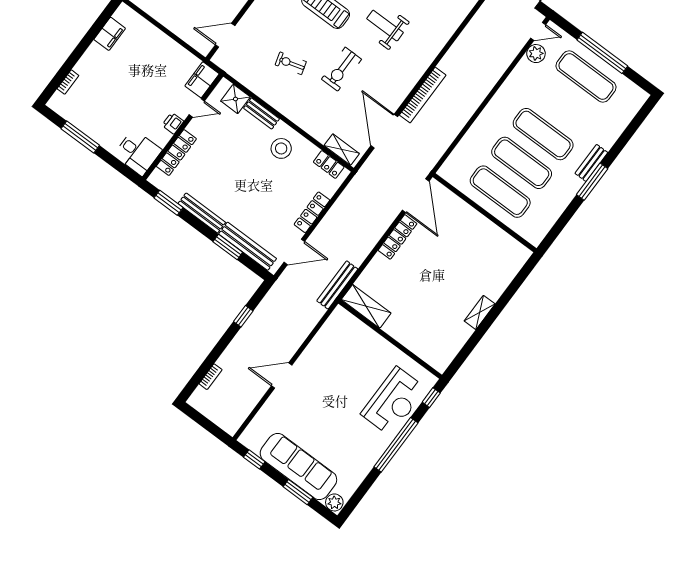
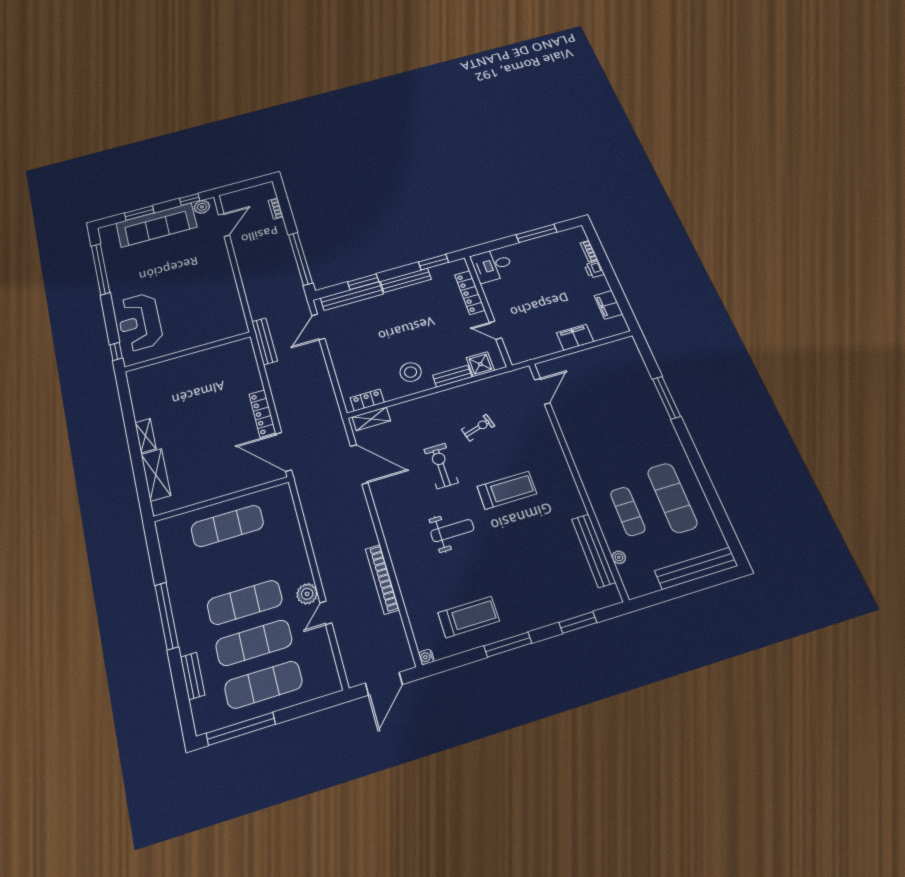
door: (538, 31) -> (326, 613), moved
window: (602, 53) -> (241, 729), moved
plant: (536, 54) -> (307, 594), moved
filing cabinet: (202, 80) -> (575, 337), moved, turned -90
bookcase: (423, 95) -> (382, 579), moved
door: (197, 108) -> (495, 330), hinge flipped
printer: (173, 123) -> (594, 270), moved, turned 180
exercise mat: (522, 163) -> (254, 643), moved
bench: (591, 163) -> (193, 676), moved
window: (592, 182) -> (167, 616), width x1.46
locker: (312, 212) -> (339, 361), removed
shelving: (366, 306) -> (156, 475), moved, turned 90
window: (243, 316) -> (300, 259), width x3.17
door: (282, 375) -> (224, 225), moved
window: (396, 445) -> (100, 269), moved
plant: (334, 502) -> (202, 207), moved

